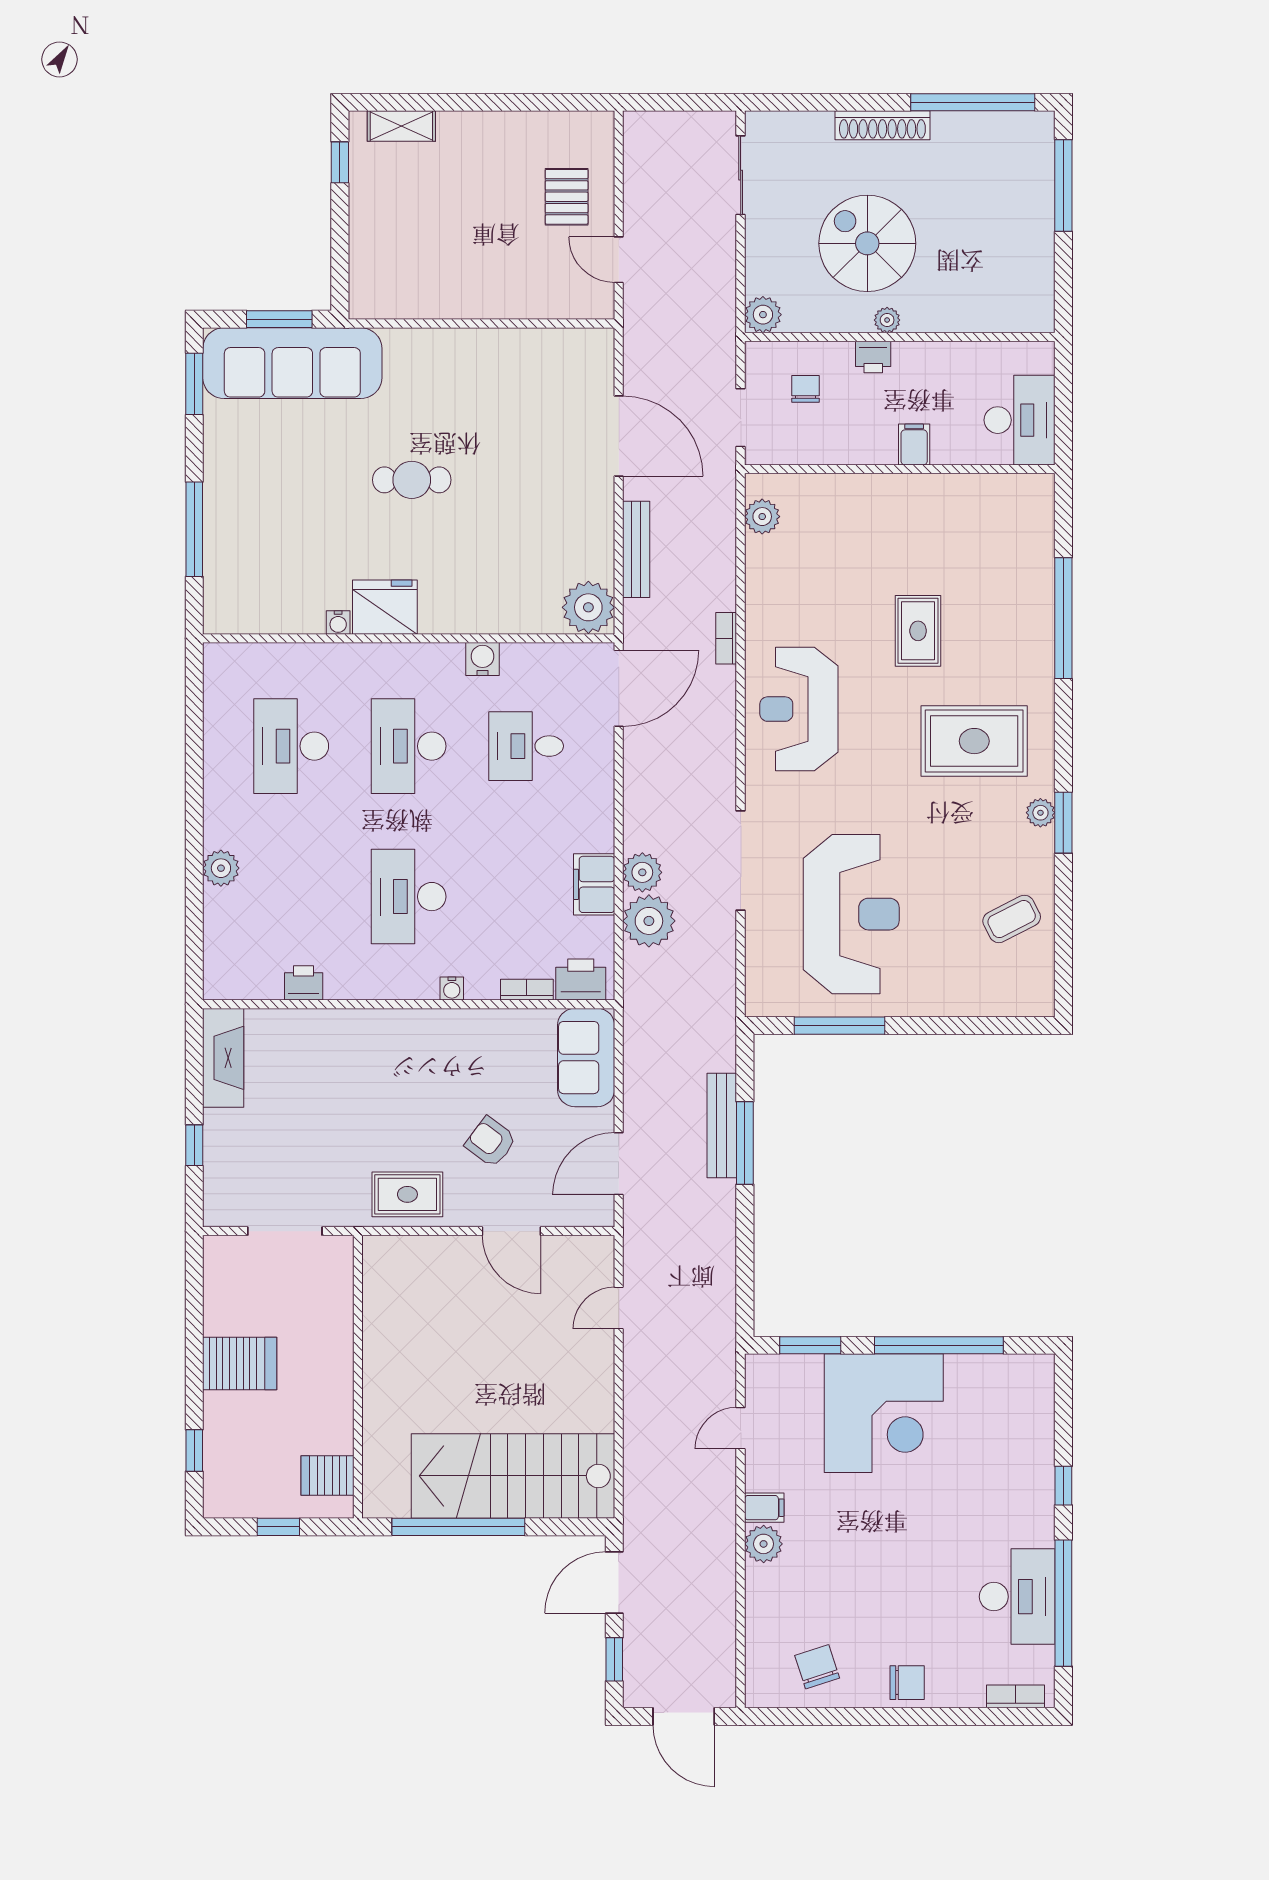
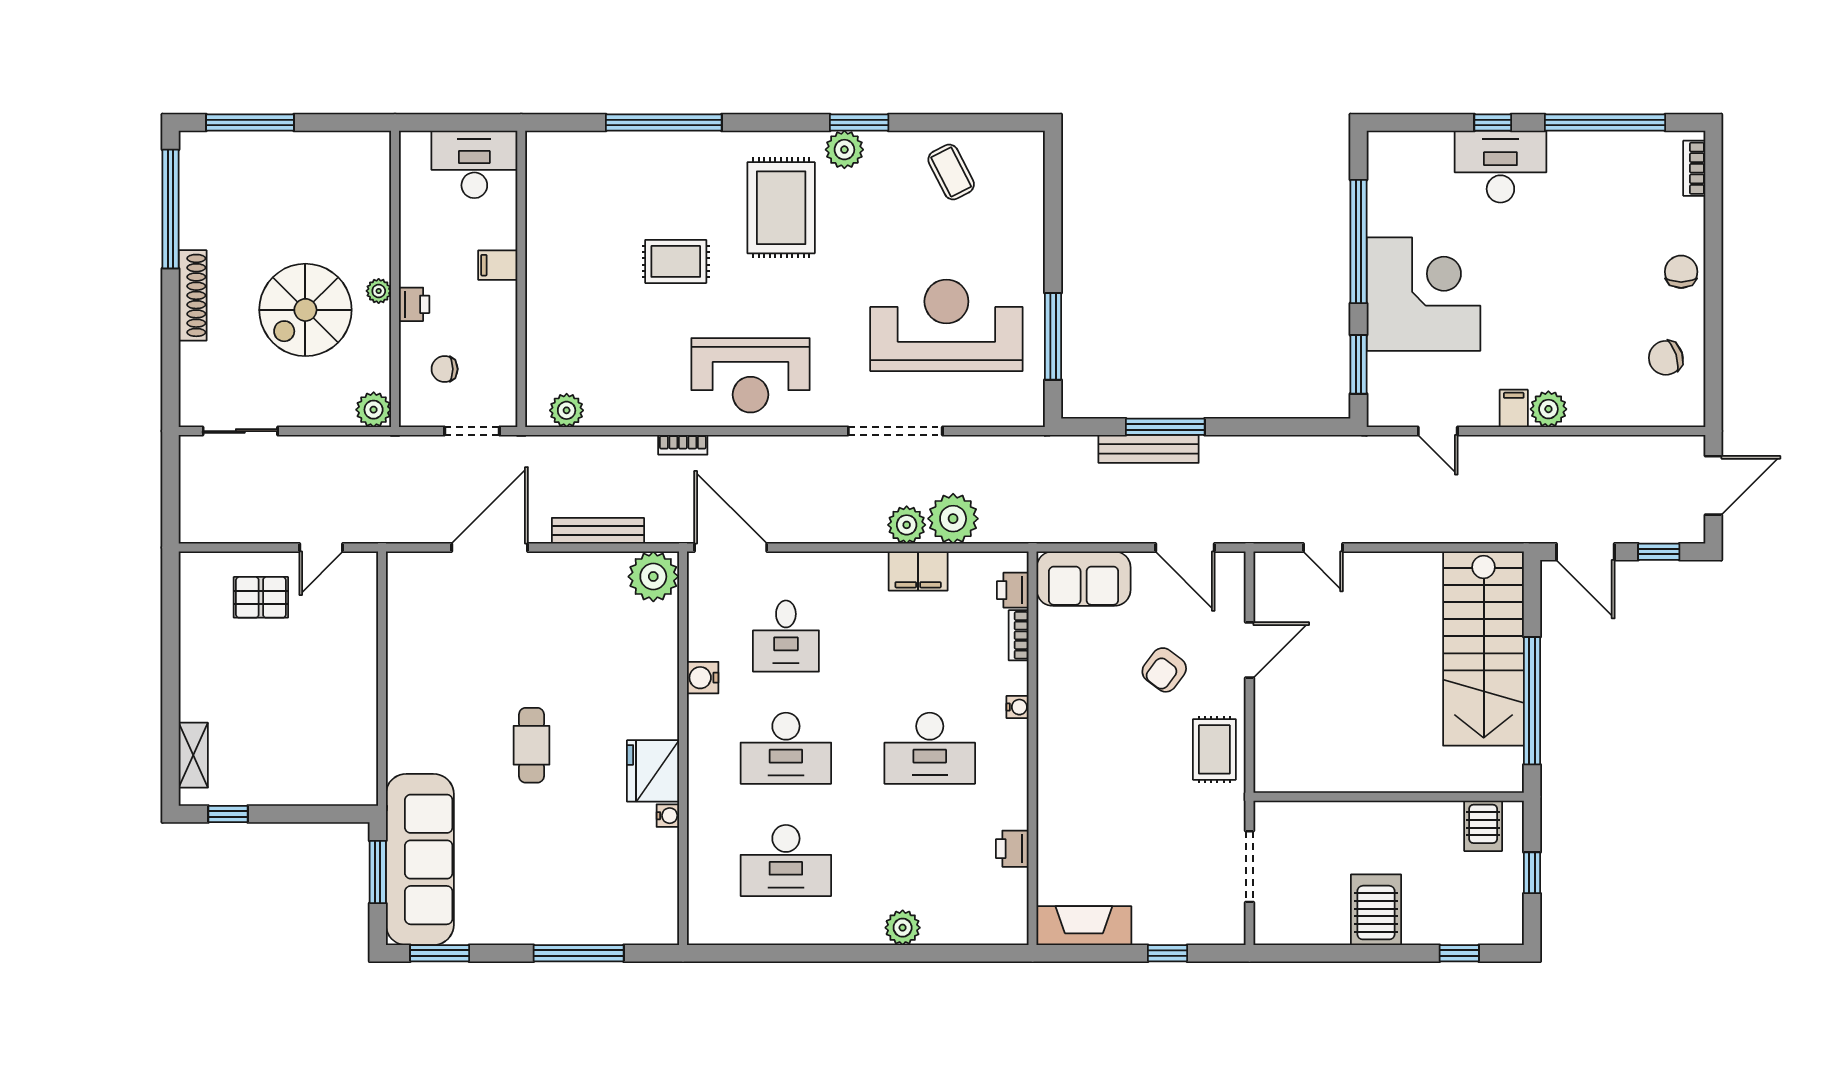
plant: (1040, 813) -> (844, 150), width x1.38, depth x1.38
printer: (581, 980) -> (1013, 590), width x0.73, depth x0.81
desk: (1017, 1597) -> (1500, 167), moved

